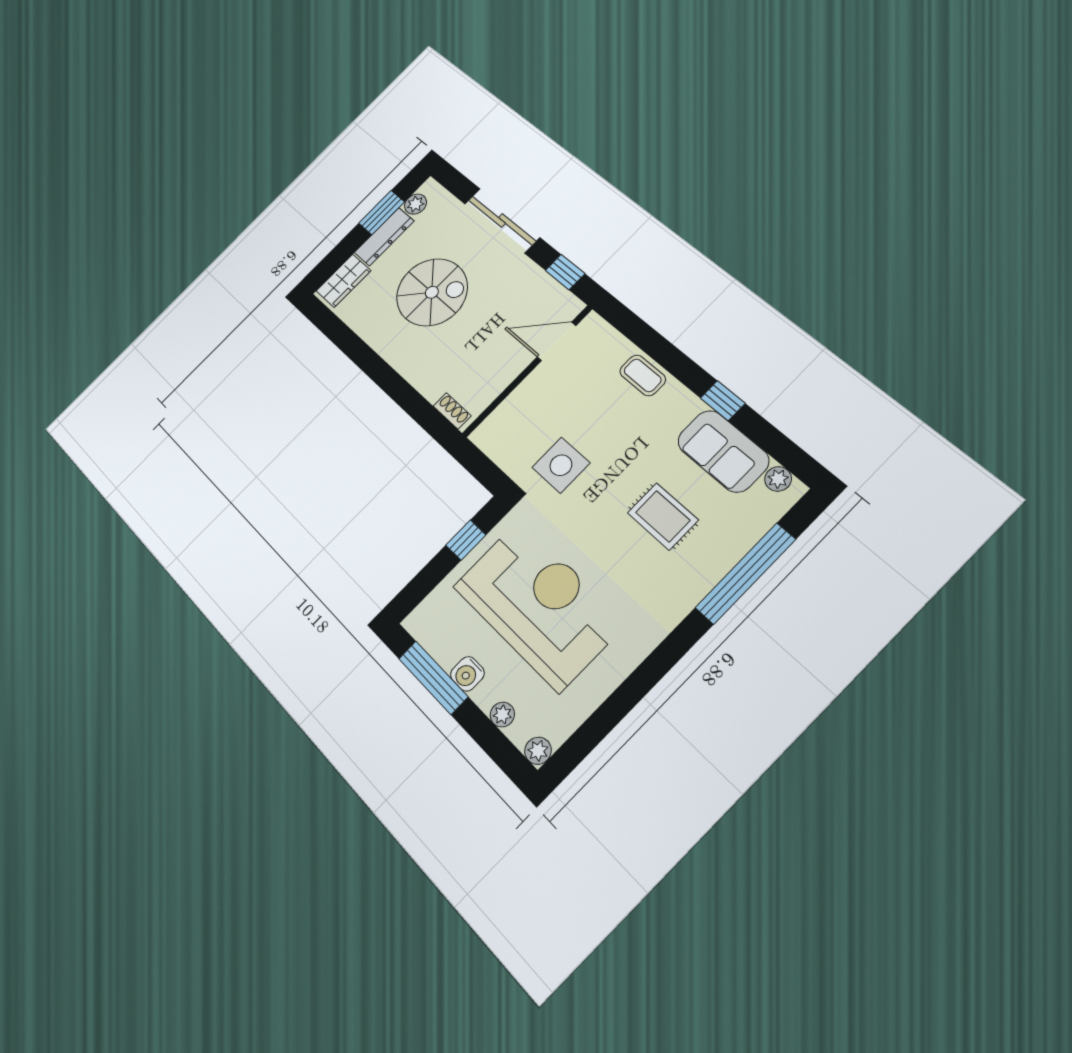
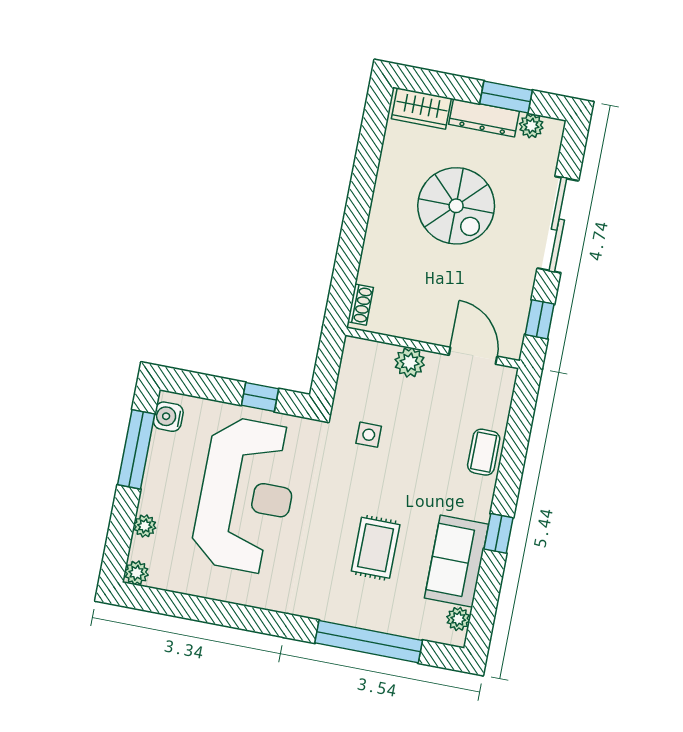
plant: (526, 397) -> (410, 362), added
side table: (561, 465) -> (369, 435), width x0.54, depth x0.54
water cooler: (467, 674) -> (168, 417), moved

